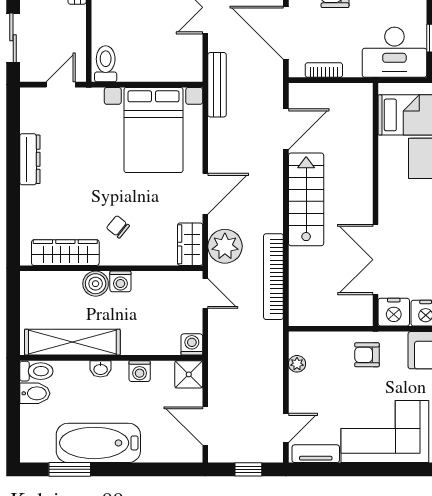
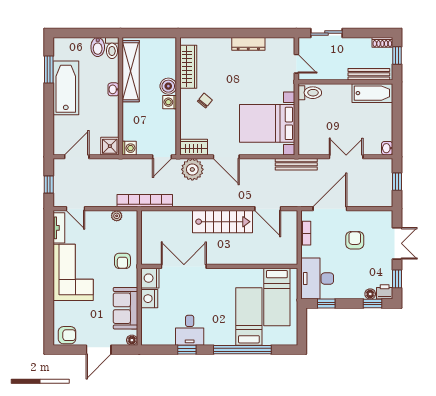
bookcase: (273, 277) -> (145, 201), moved
armchair: (367, 355) -> (122, 261), turned 180
washing machine: (140, 371) -> (112, 114), removed

